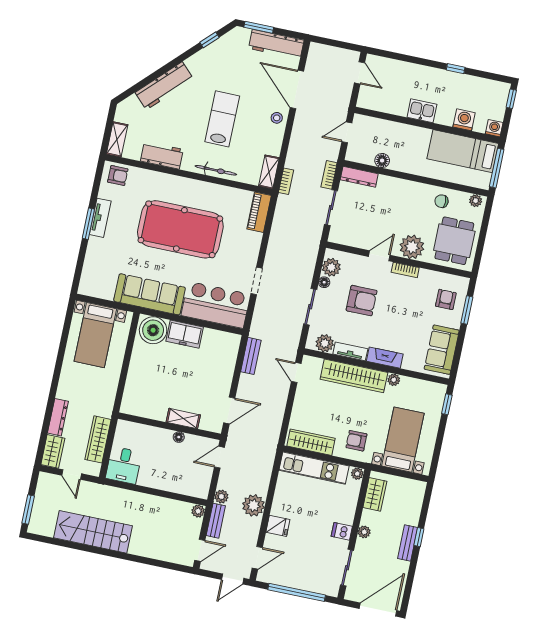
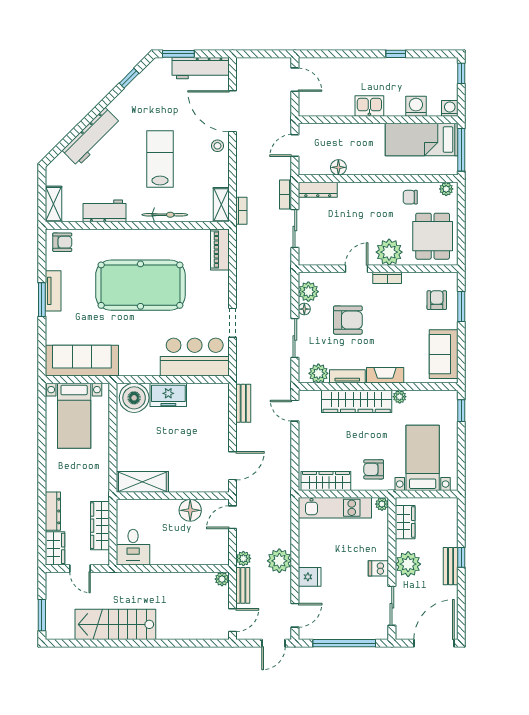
sofa: (150, 294) -> (82, 361), moved
shelving: (183, 419) -> (142, 482), moved, width x1.50, depth x1.33
floor lamp: (179, 437) -> (190, 510), width x1.89, depth x1.89
plant: (364, 532) -> (408, 564), width x1.88, depth x1.88

